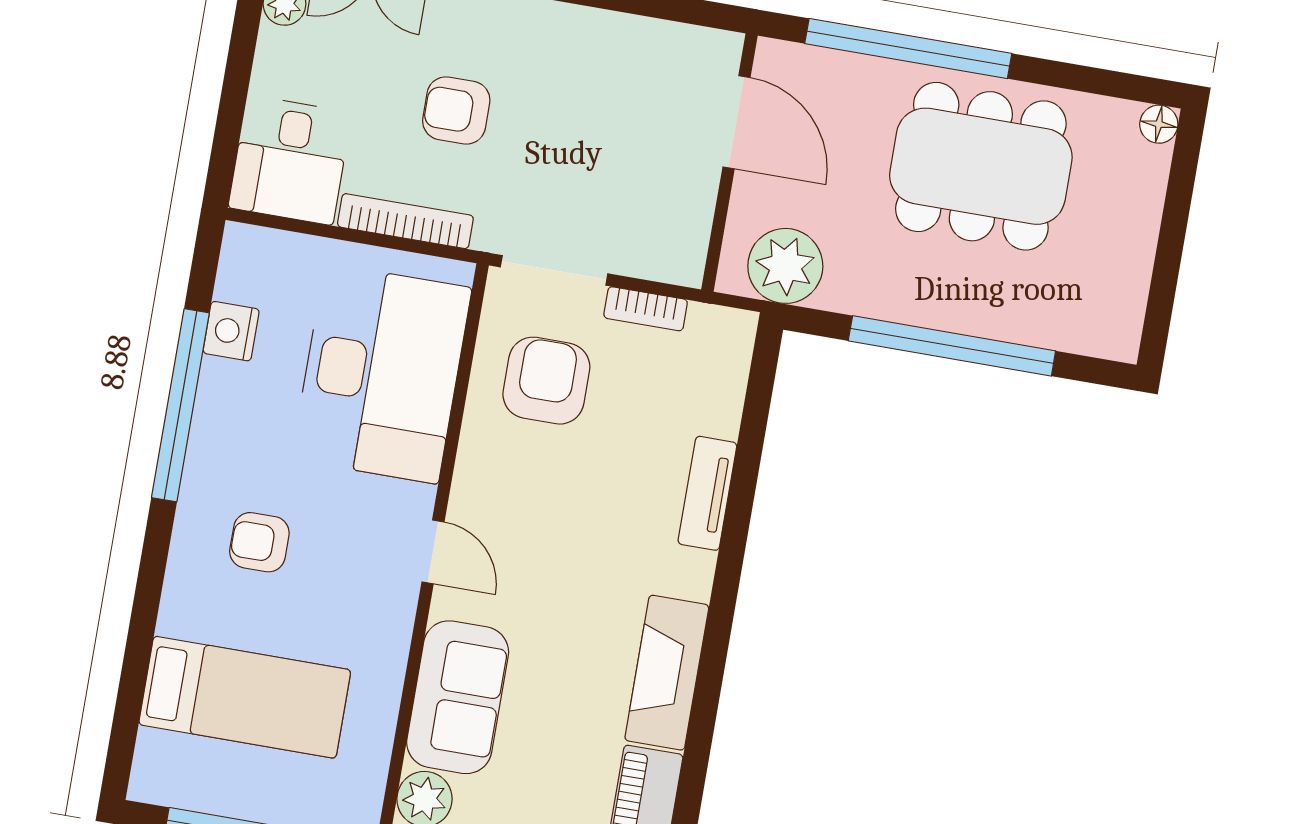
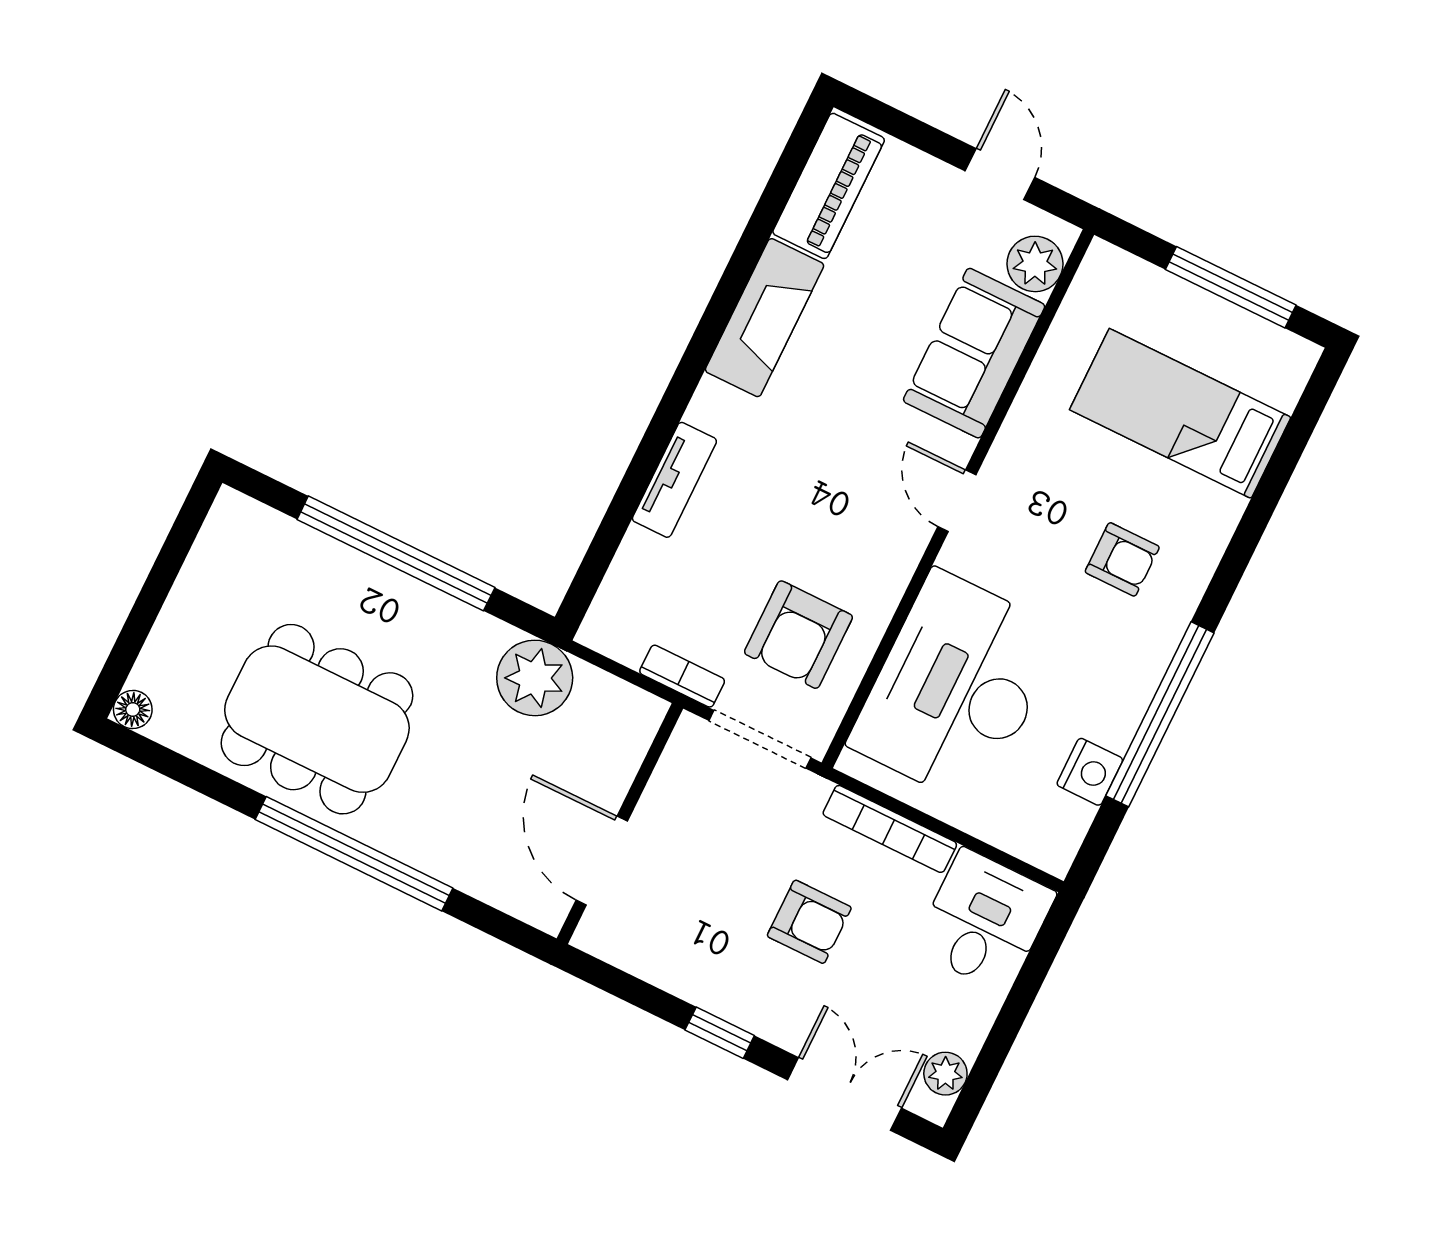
door: (736, 122) -> (602, 861), moved
wall: (730, 163) -> (620, 824), moved

